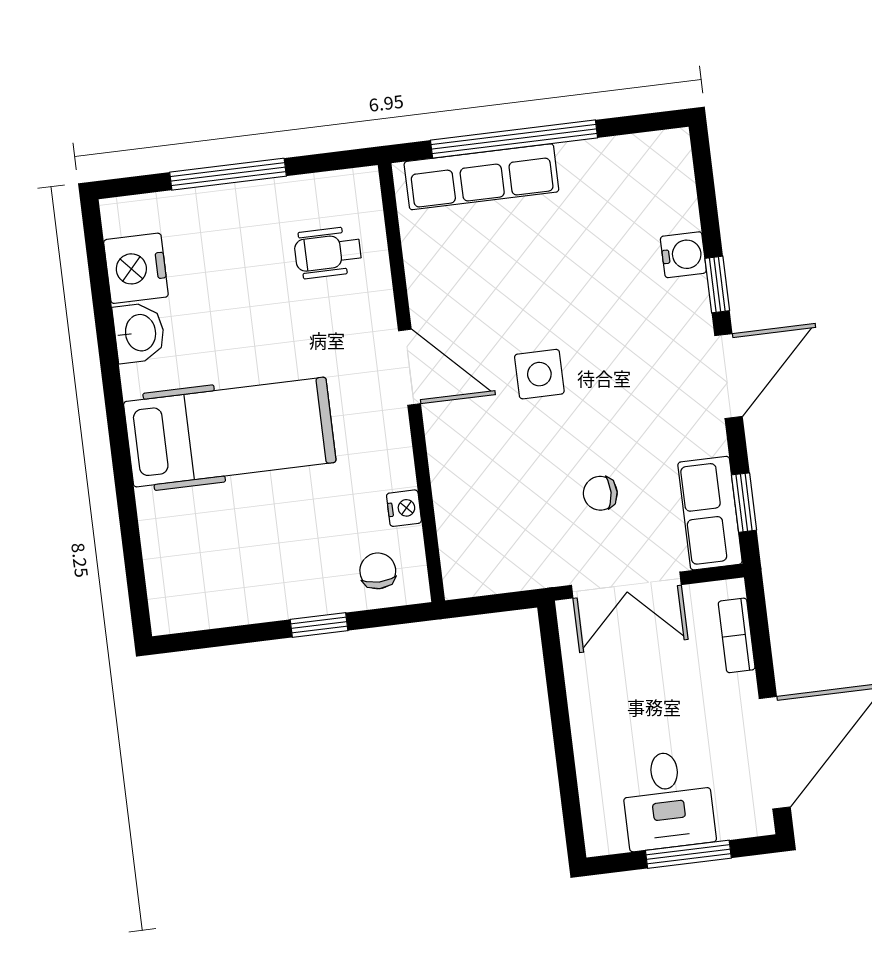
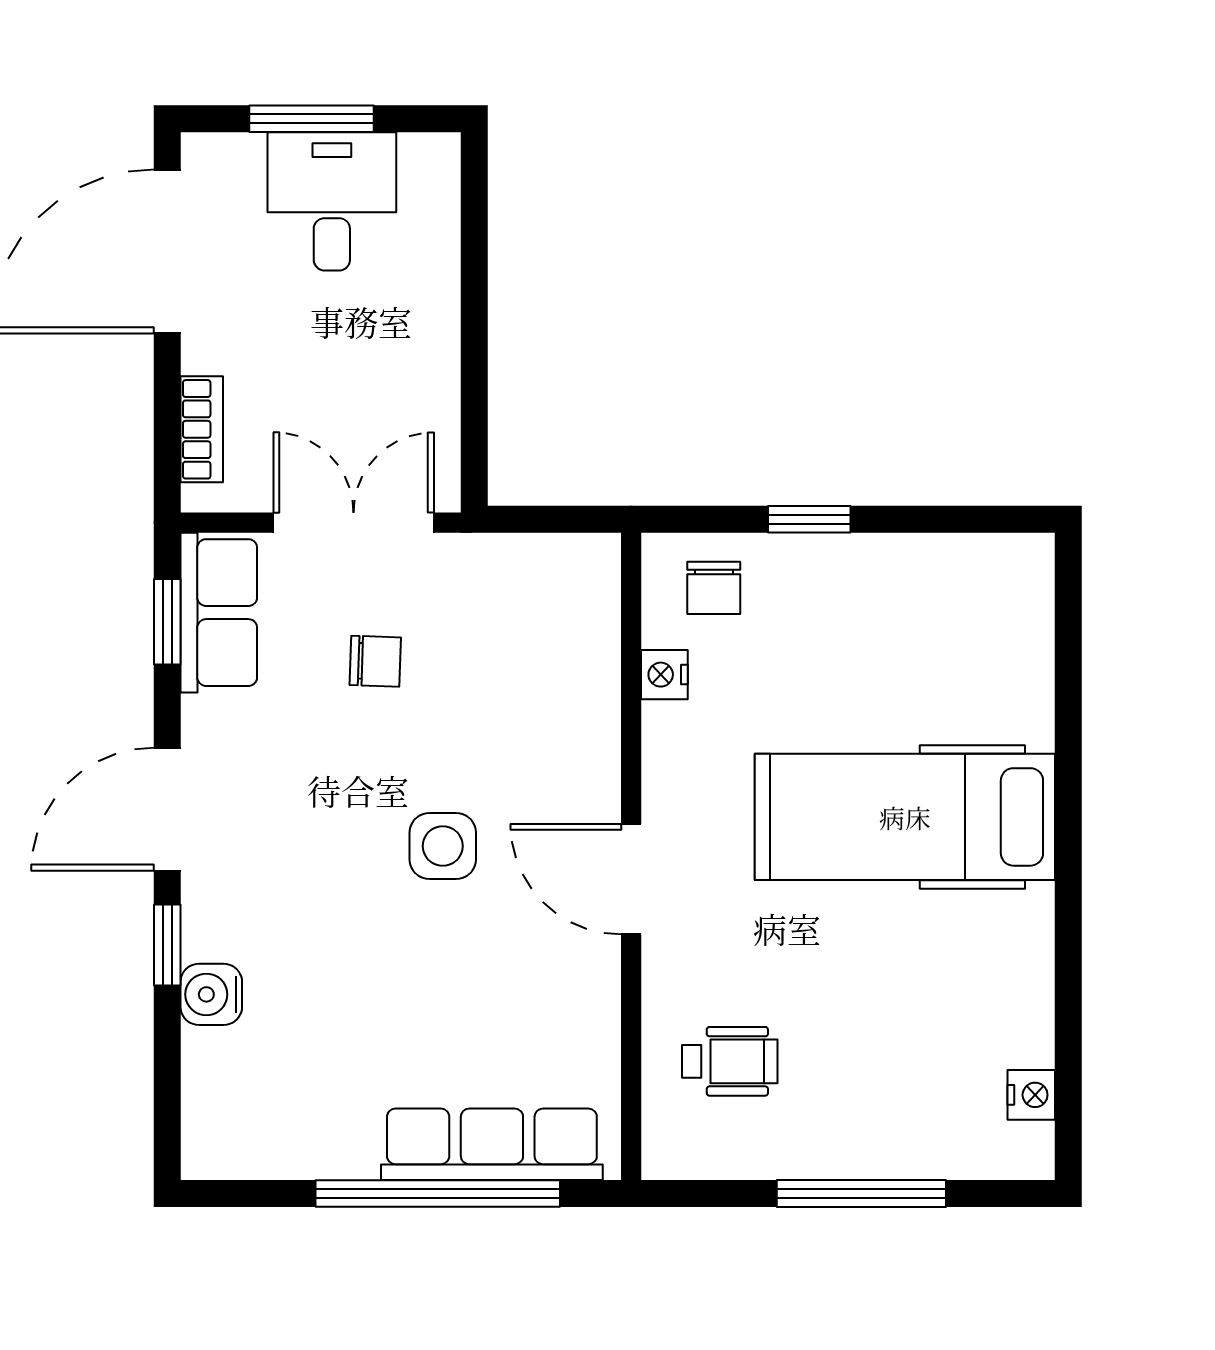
nightstand: (136, 268) -> (1031, 1095), width x0.53, depth x0.56
washbasin: (139, 333) -> (1019, 978), removed

